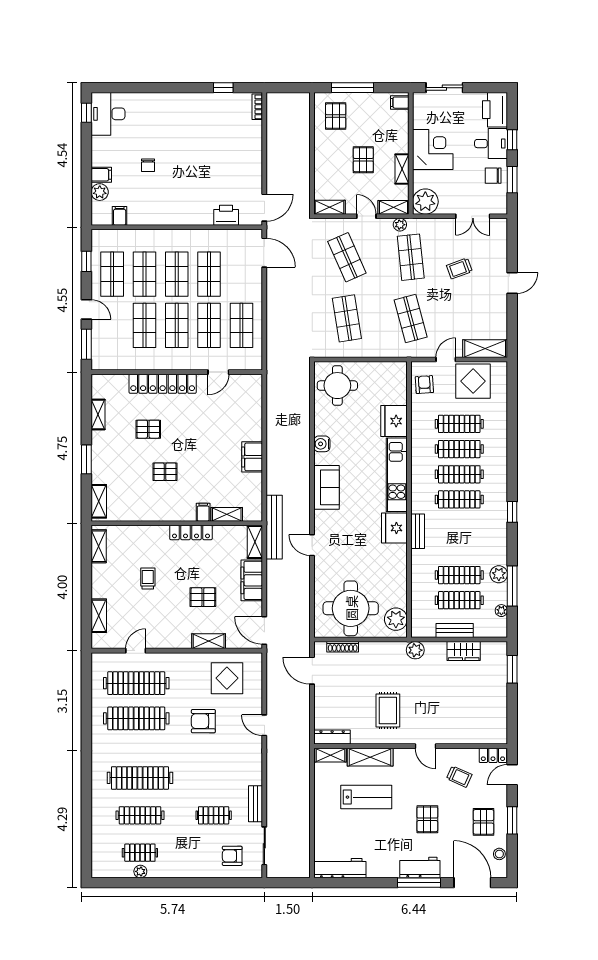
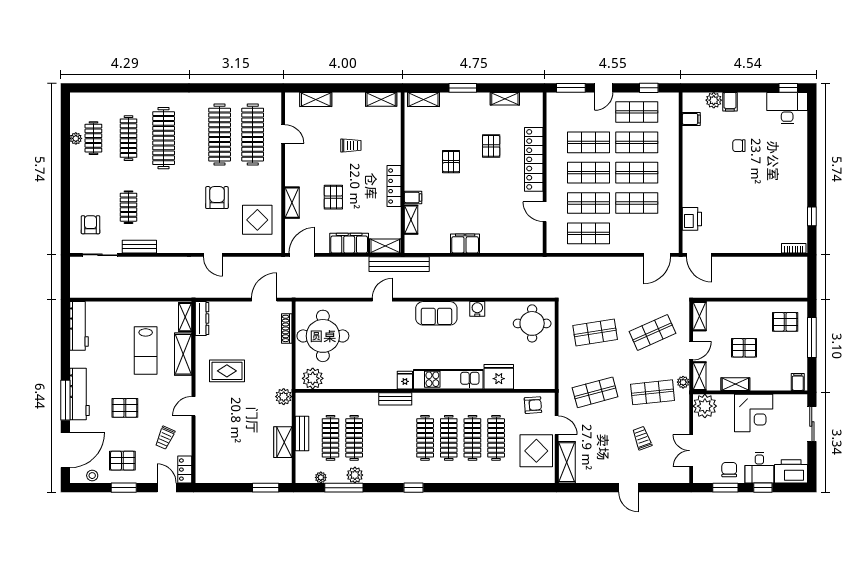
fridge: (394, 528) -> (405, 380), width x0.53, depth x0.75
door: (264, 725) -> (213, 255), swing flipped
workbench: (420, 868) -> (80, 394), width x1.38

